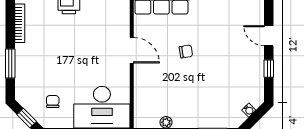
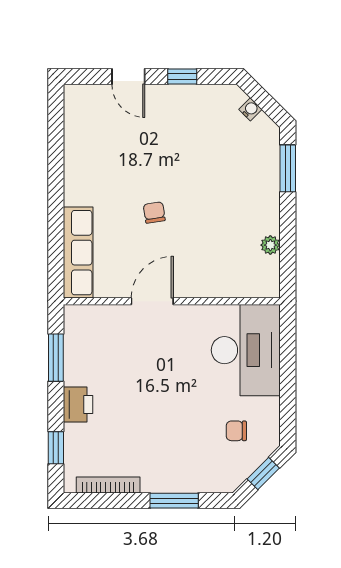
door: (269, 36) -> (128, 77), hinge flipped

